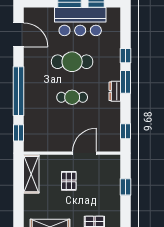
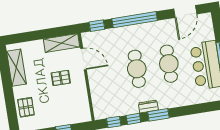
window: (126, 56) -> (133, 119), moved
cafe table: (72, 97) -> (137, 69), width x1.37, depth x1.35
door: (84, 153) -> (83, 59), moved

